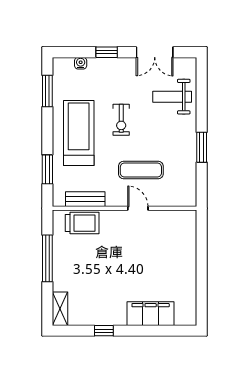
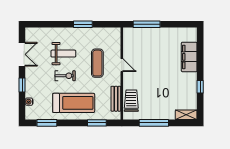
weight bench: (172, 97) -> (63, 54), moved, turned -90
treadmill: (79, 133) -> (74, 103), turned 180
door: (138, 208) -> (122, 65), swing flipped
window: (202, 247) -> (147, 24), added

